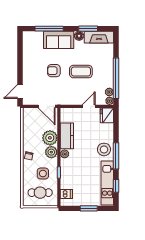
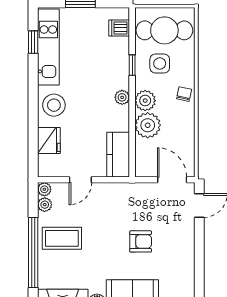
coffee table: (81, 72) -> (62, 238), moved
window: (116, 78) -> (33, 253), moved
door: (47, 106) -> (172, 180), moved
fridge: (107, 115) -> (49, 141), moved
kitchen counter: (67, 136) -> (118, 155), moved
window: (116, 156) -> (33, 94), removed
cafe table: (40, 193) -> (164, 30), width x1.37, depth x1.35

